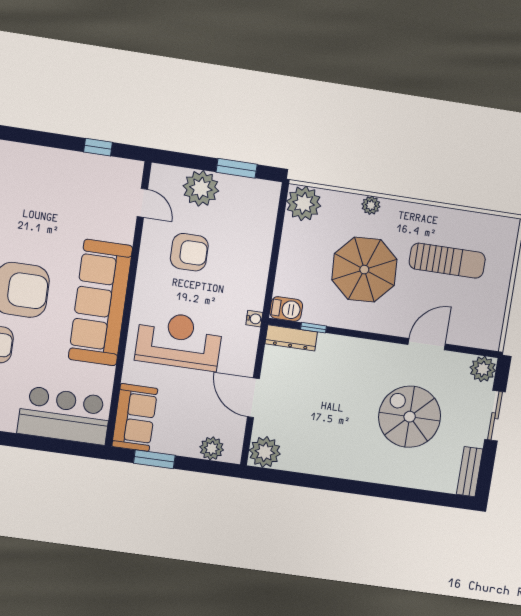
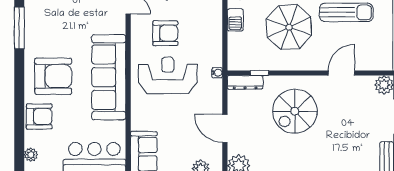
barbecue: (286, 309) -> (235, 20), moved, turned 90
reception desk: (179, 341) -> (168, 75), moved
spiral stairs: (410, 417) -> (295, 111), moved, turned -90

